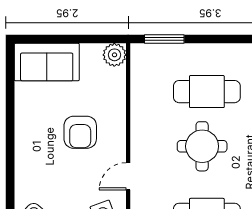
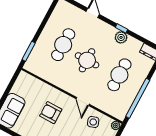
plant: (114, 55) -> (24, 78), removed
armchair: (80, 132) -> (51, 113), turned 180

